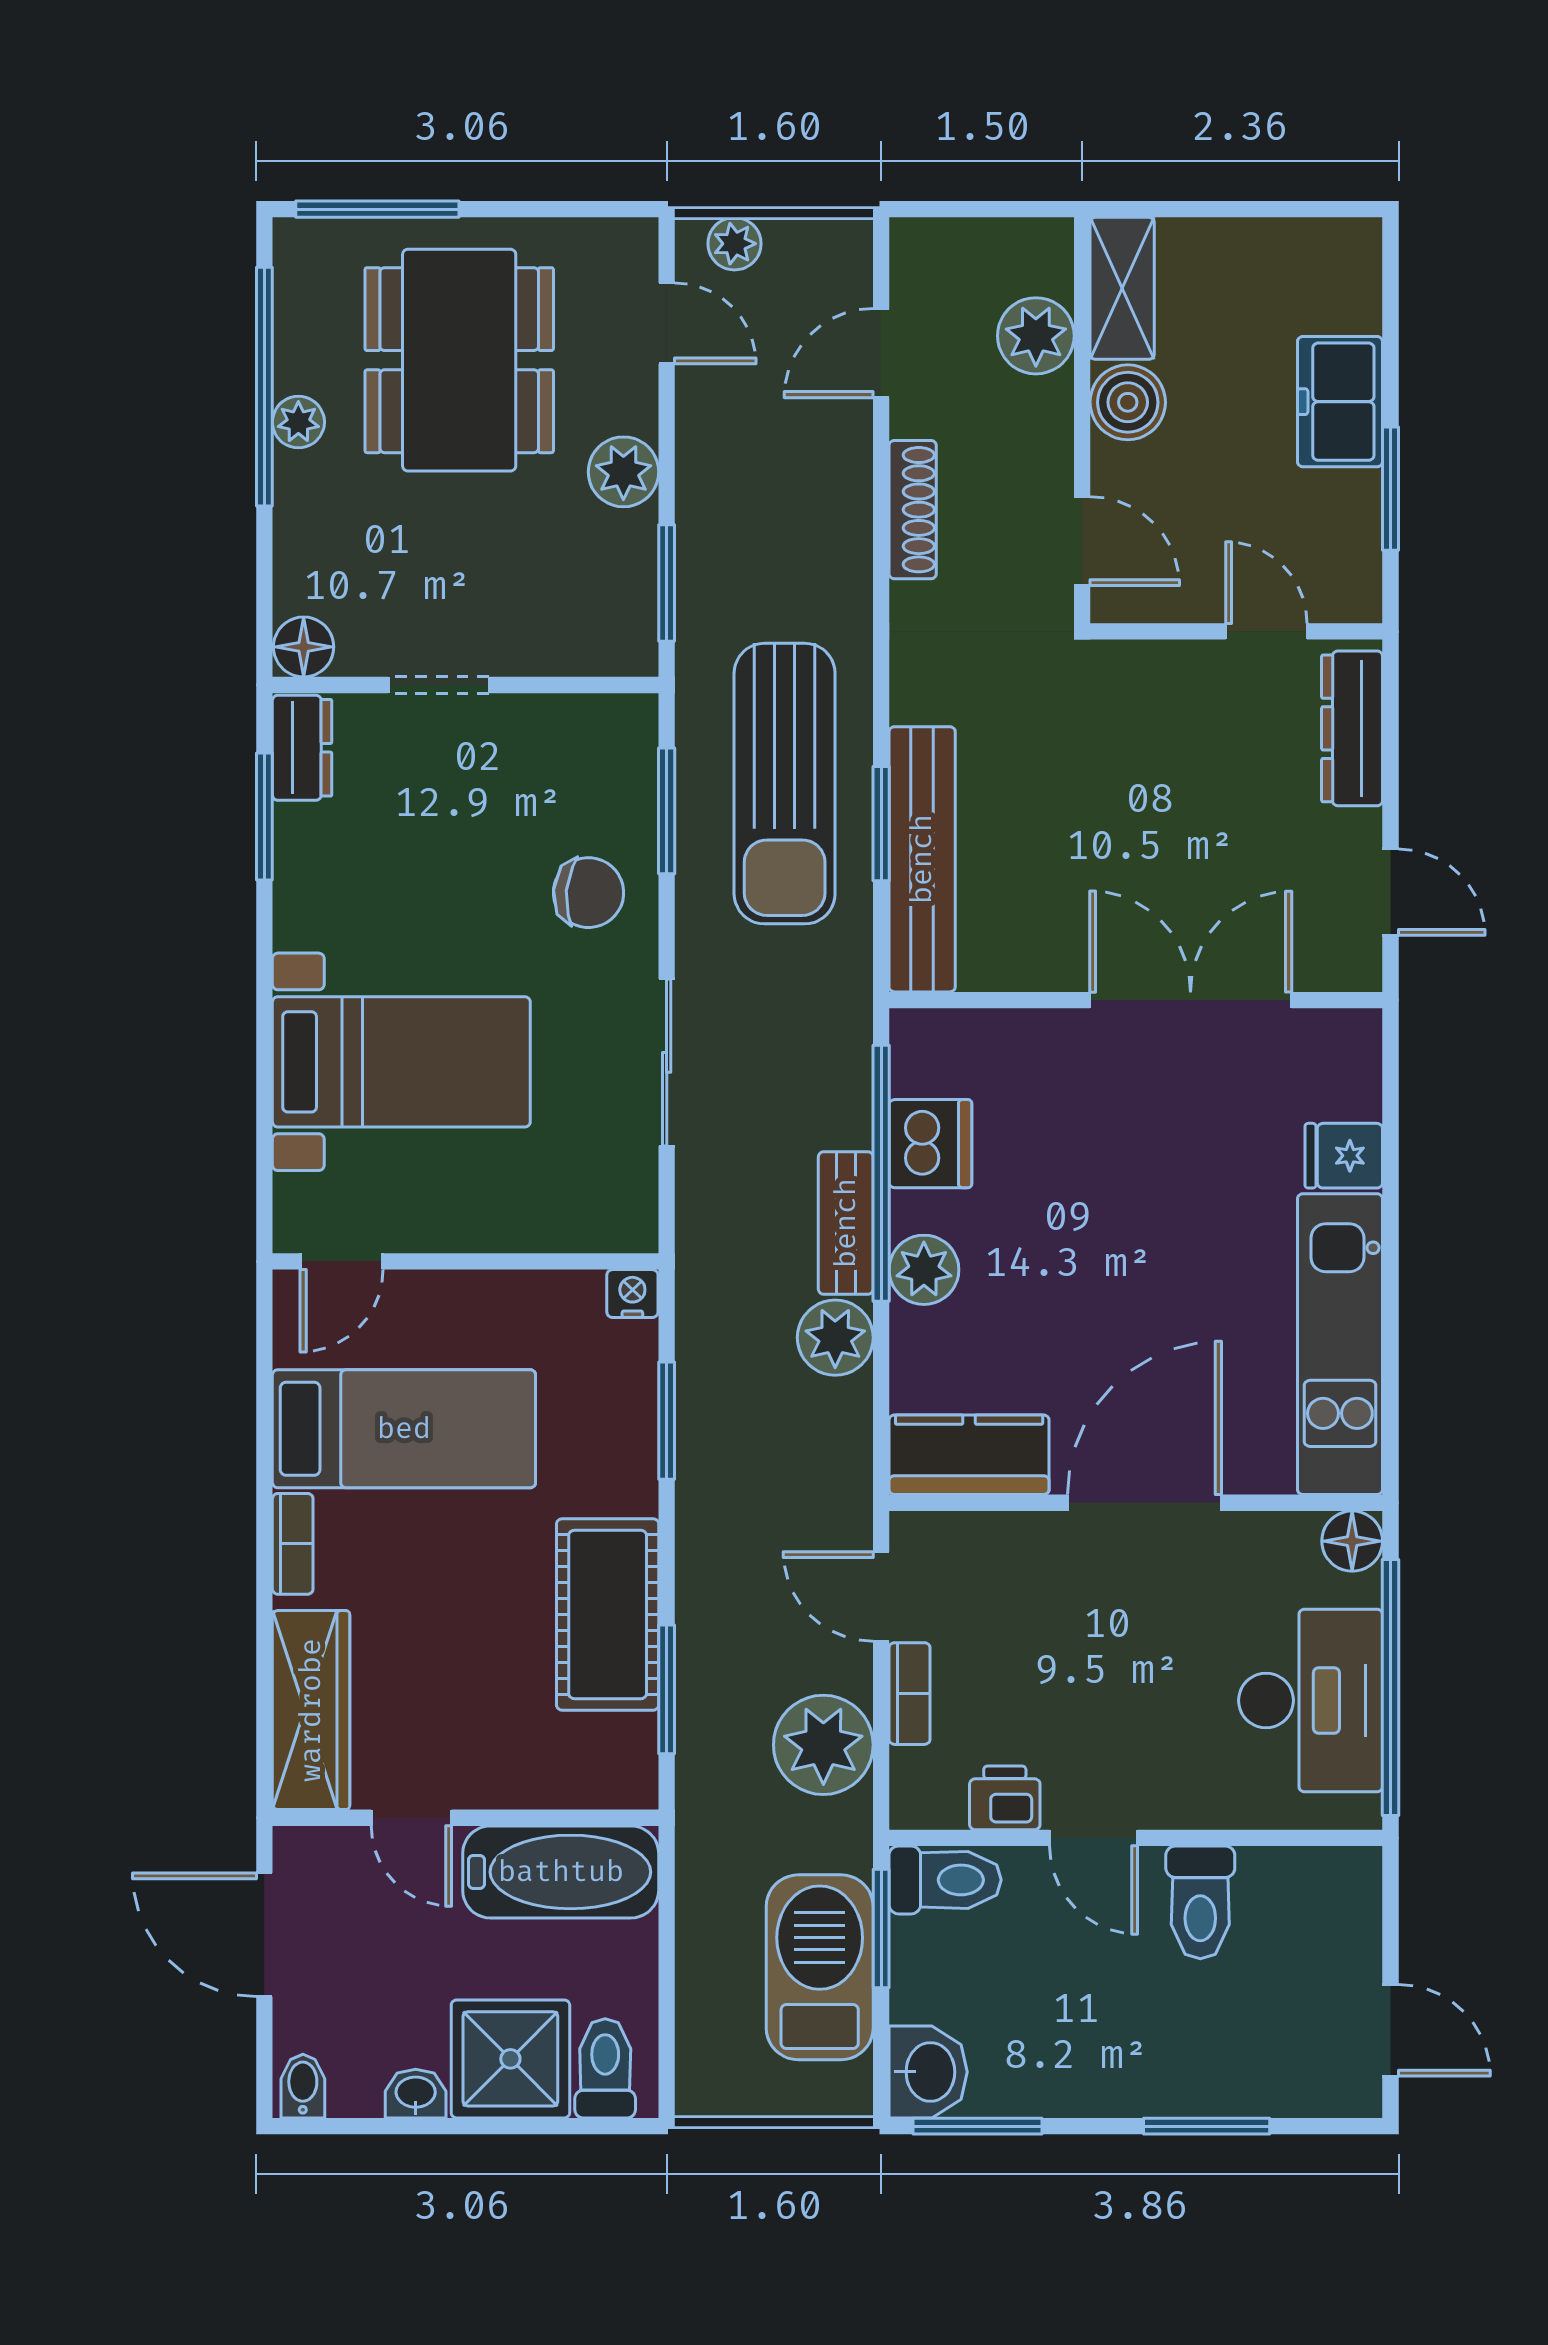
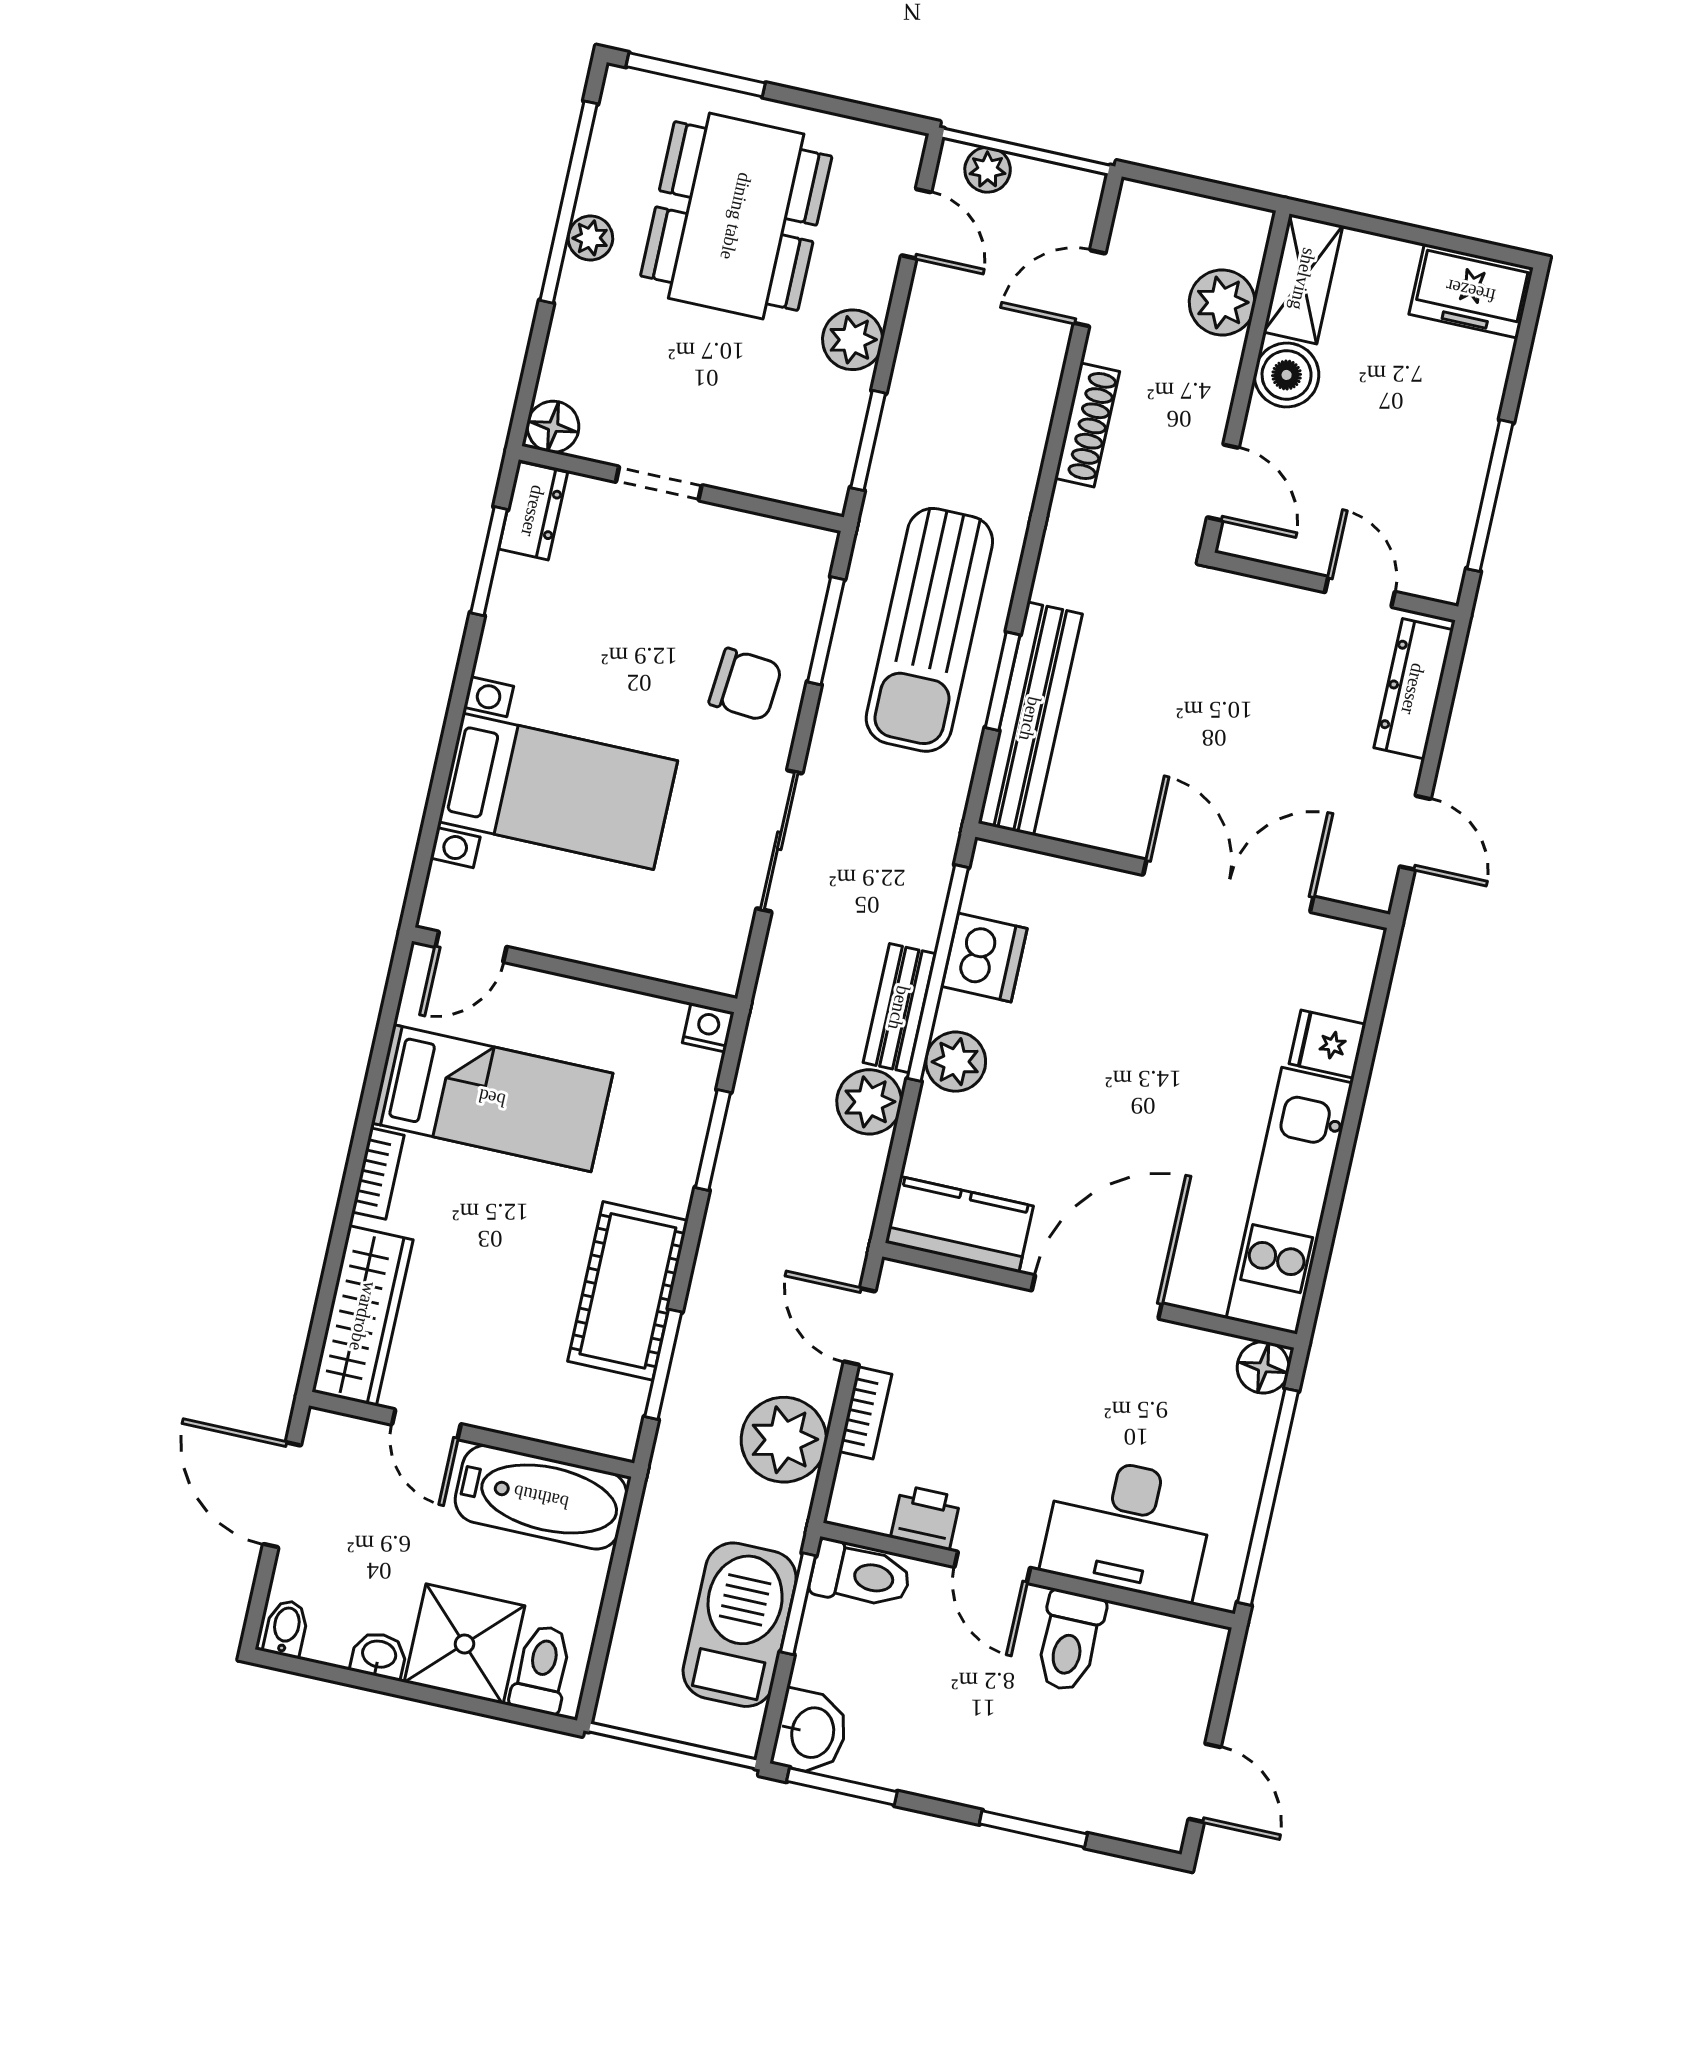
freezer: (1340, 402) -> (1471, 291), moved, turned -90
window: (1390, 489) -> (1490, 496), width x1.44
desk: (1311, 1700) -> (1128, 1527), moved, turned 90

